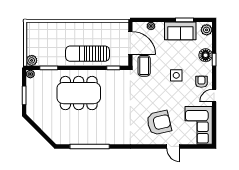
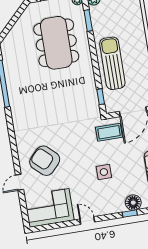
armchair: (201, 82) -> (101, 203), removed
dining table: (79, 93) -> (56, 43), moved
armchair: (159, 123) -> (45, 161), turned 146

